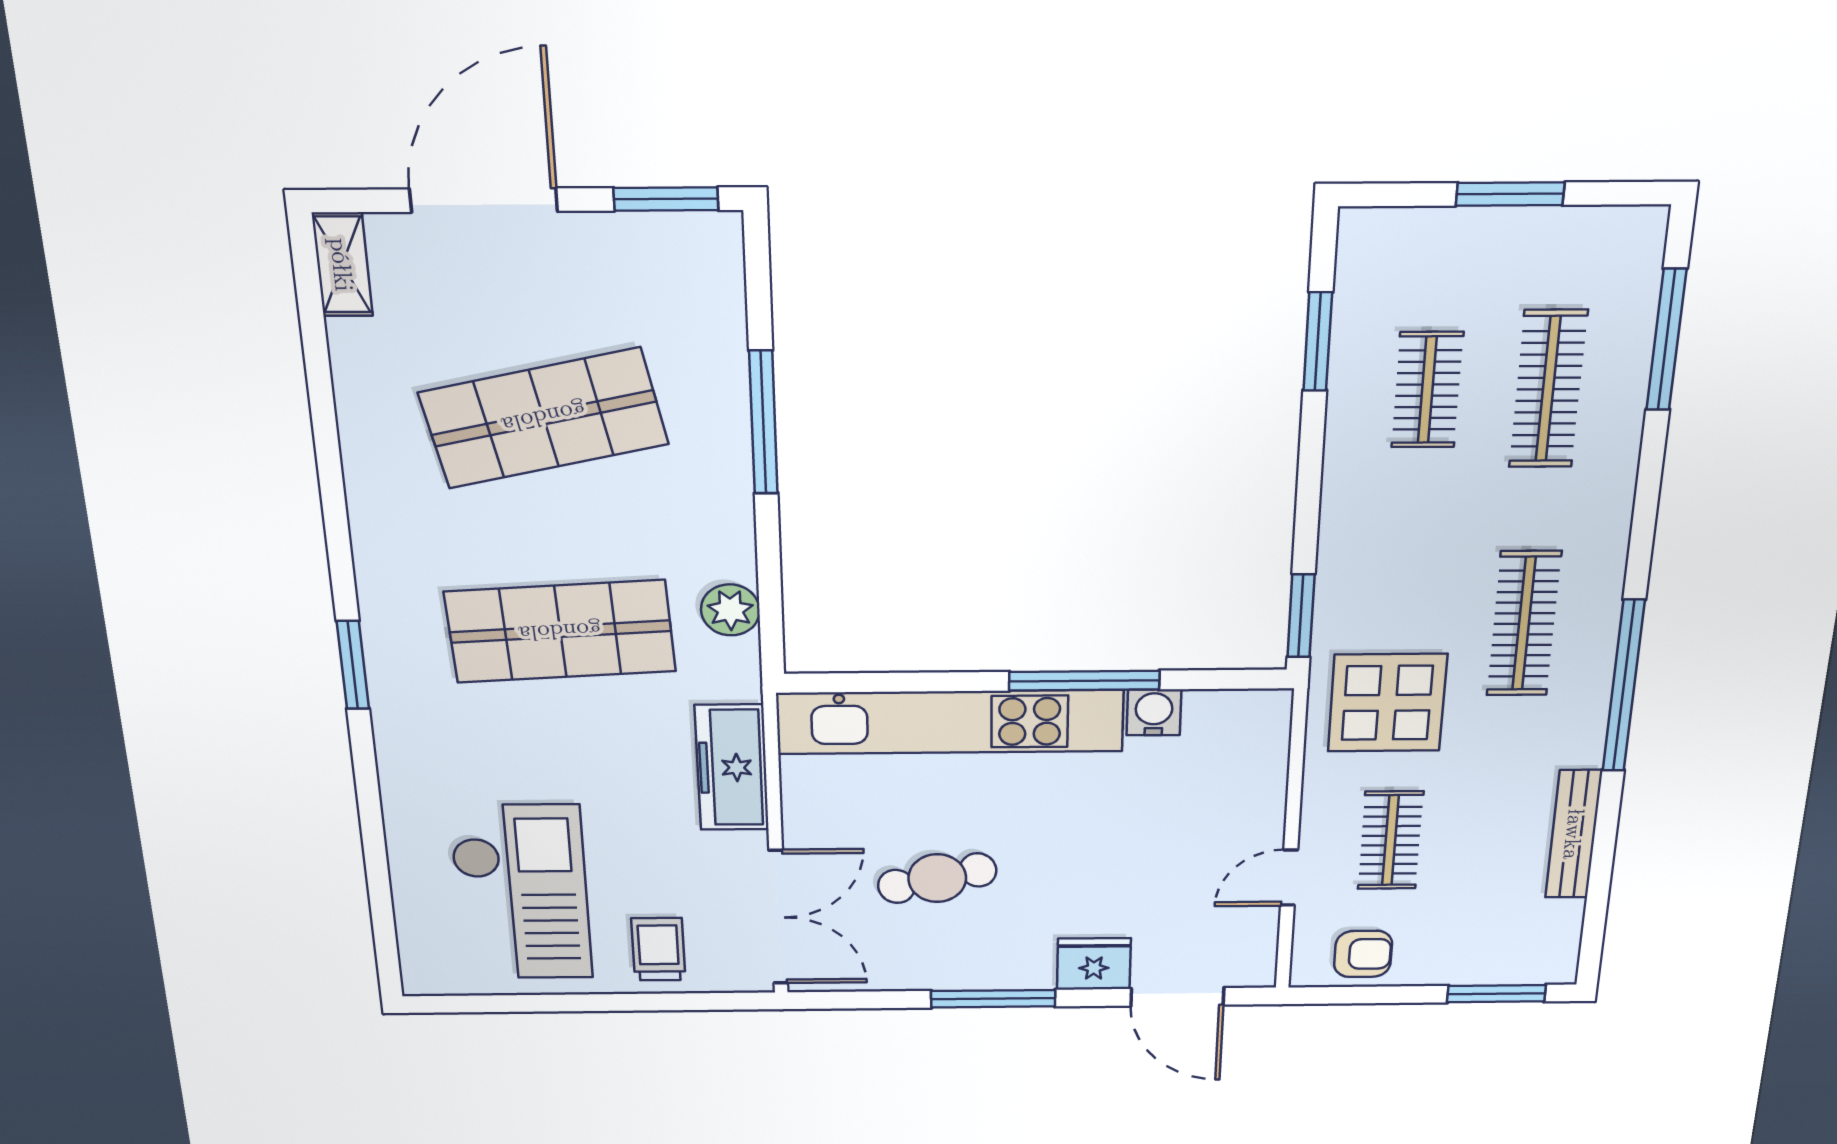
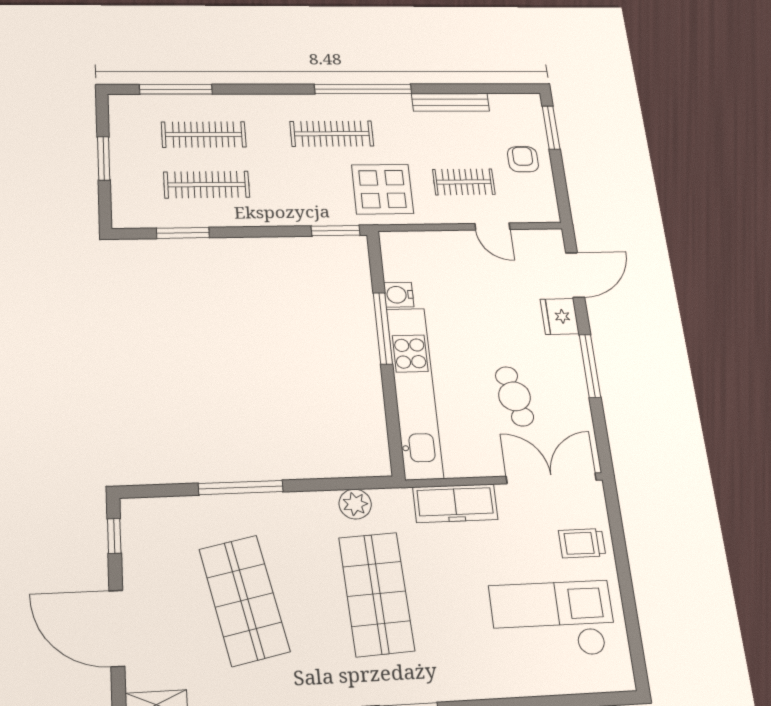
window: (666, 199) -> (114, 536), width x0.67
clothes rail: (1427, 390) -> (207, 185), width x1.36
armchair: (1363, 954) -> (523, 159), moved

